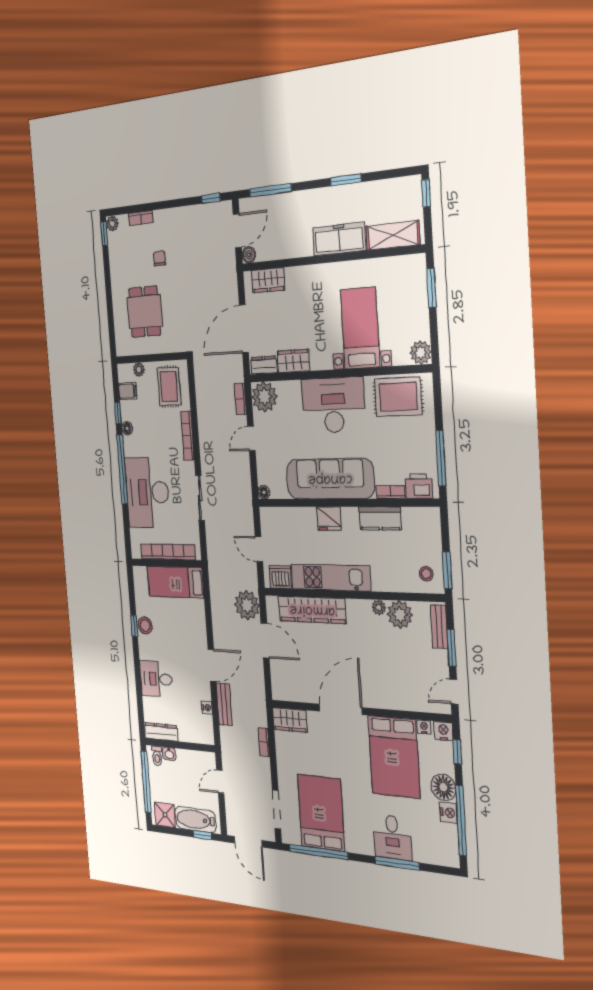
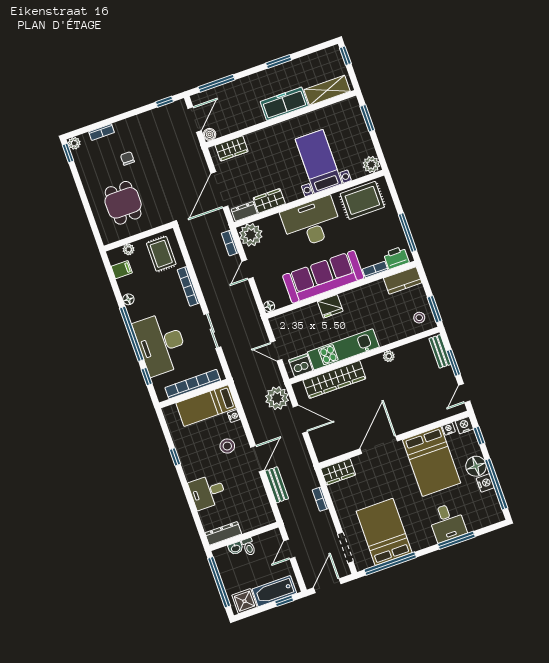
window: (118, 413) -> (147, 377), moved
kitchen counter: (380, 518) -> (403, 280), moved
plant: (400, 615) -> (407, 355), removed
stool: (145, 625) -> (227, 446), moved
nightstand: (207, 708) -> (234, 416), moved
toilet: (157, 756) -> (249, 547), moved
door: (248, 842) -> (327, 586), swing flipped

